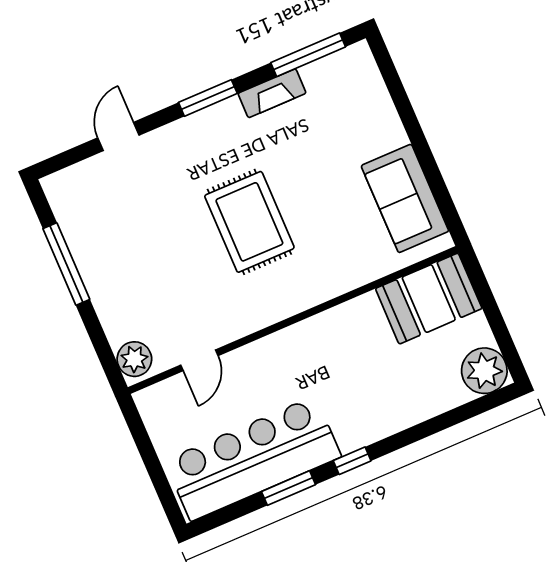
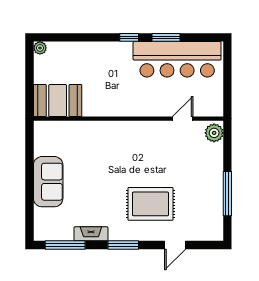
sofa: (405, 198) -> (48, 182), moved
rug: (249, 222) -> (150, 204), moved, turned 90
plant: (484, 371) -> (40, 48), width x0.53, depth x0.53

